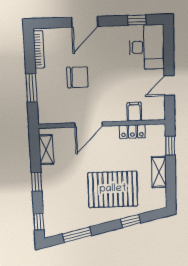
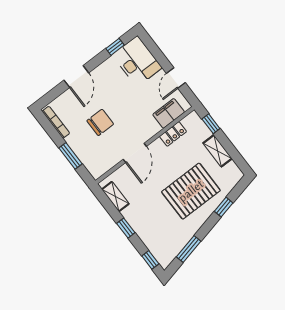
filing cabinet: (134, 112) -> (169, 113), width x2.00

